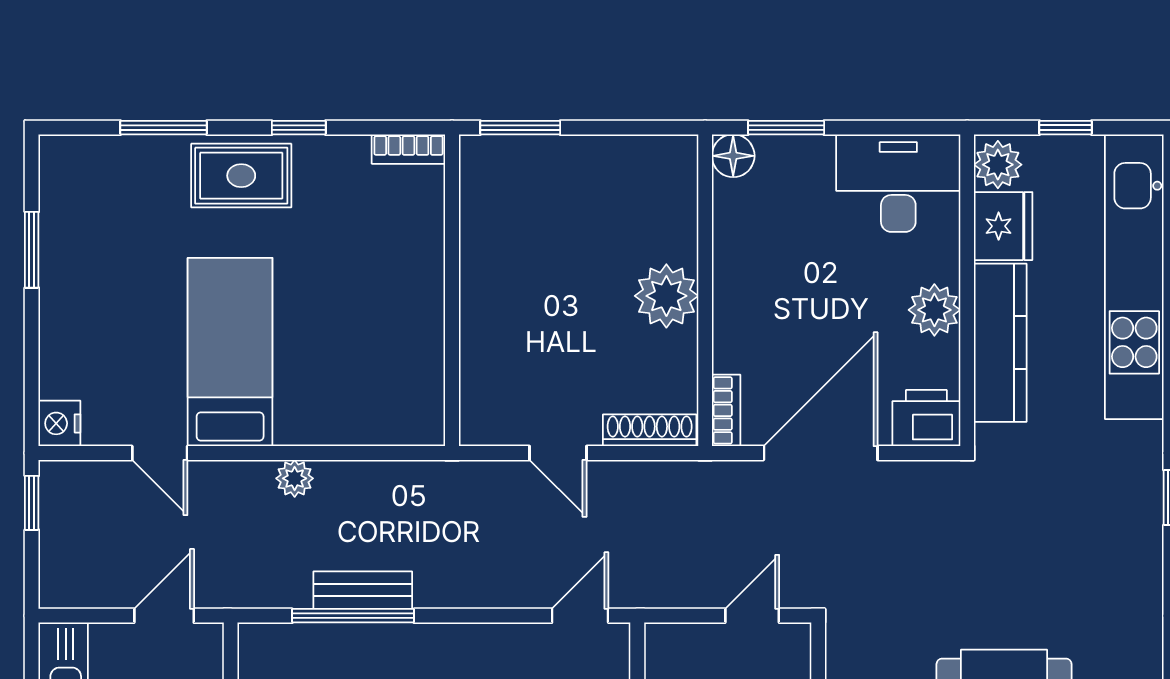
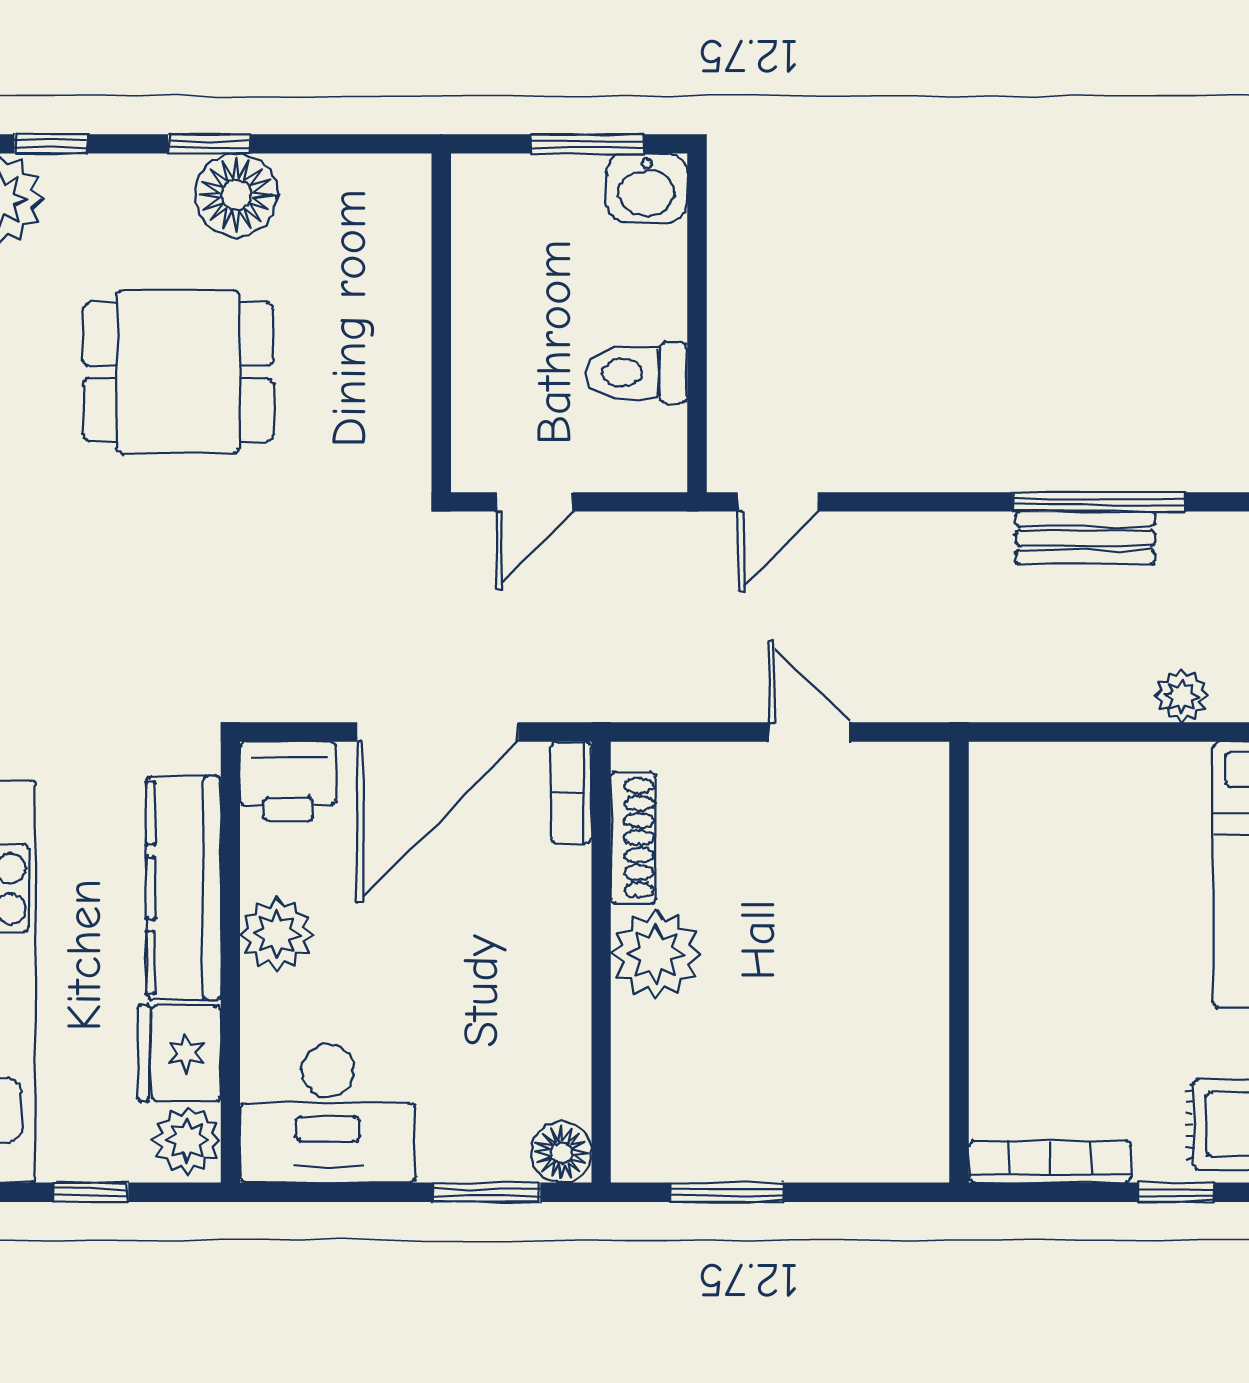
window: (520, 128) -> (727, 1192), moved
bookcase: (408, 149) -> (1050, 1162), width x1.56
shoe rack: (650, 430) -> (633, 838), moved, turned -90

